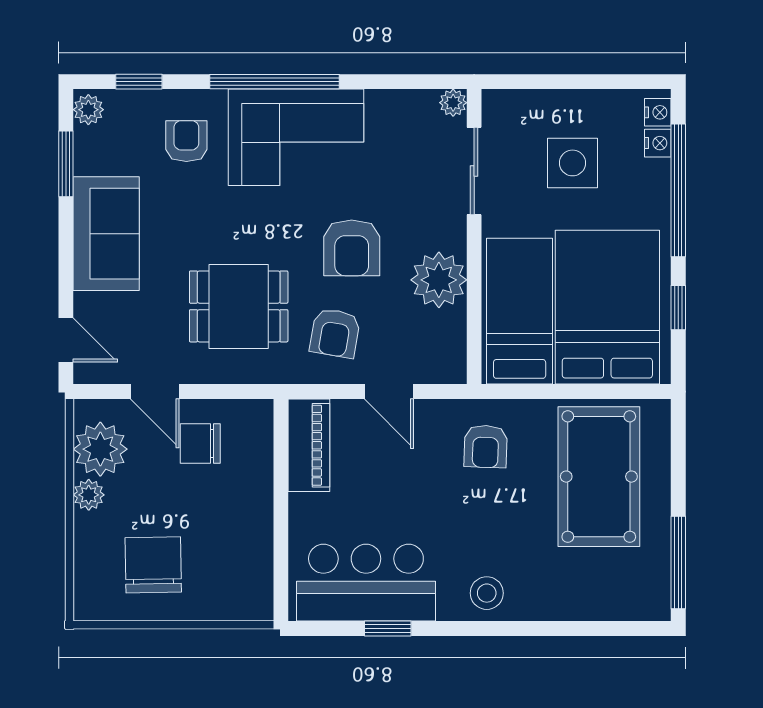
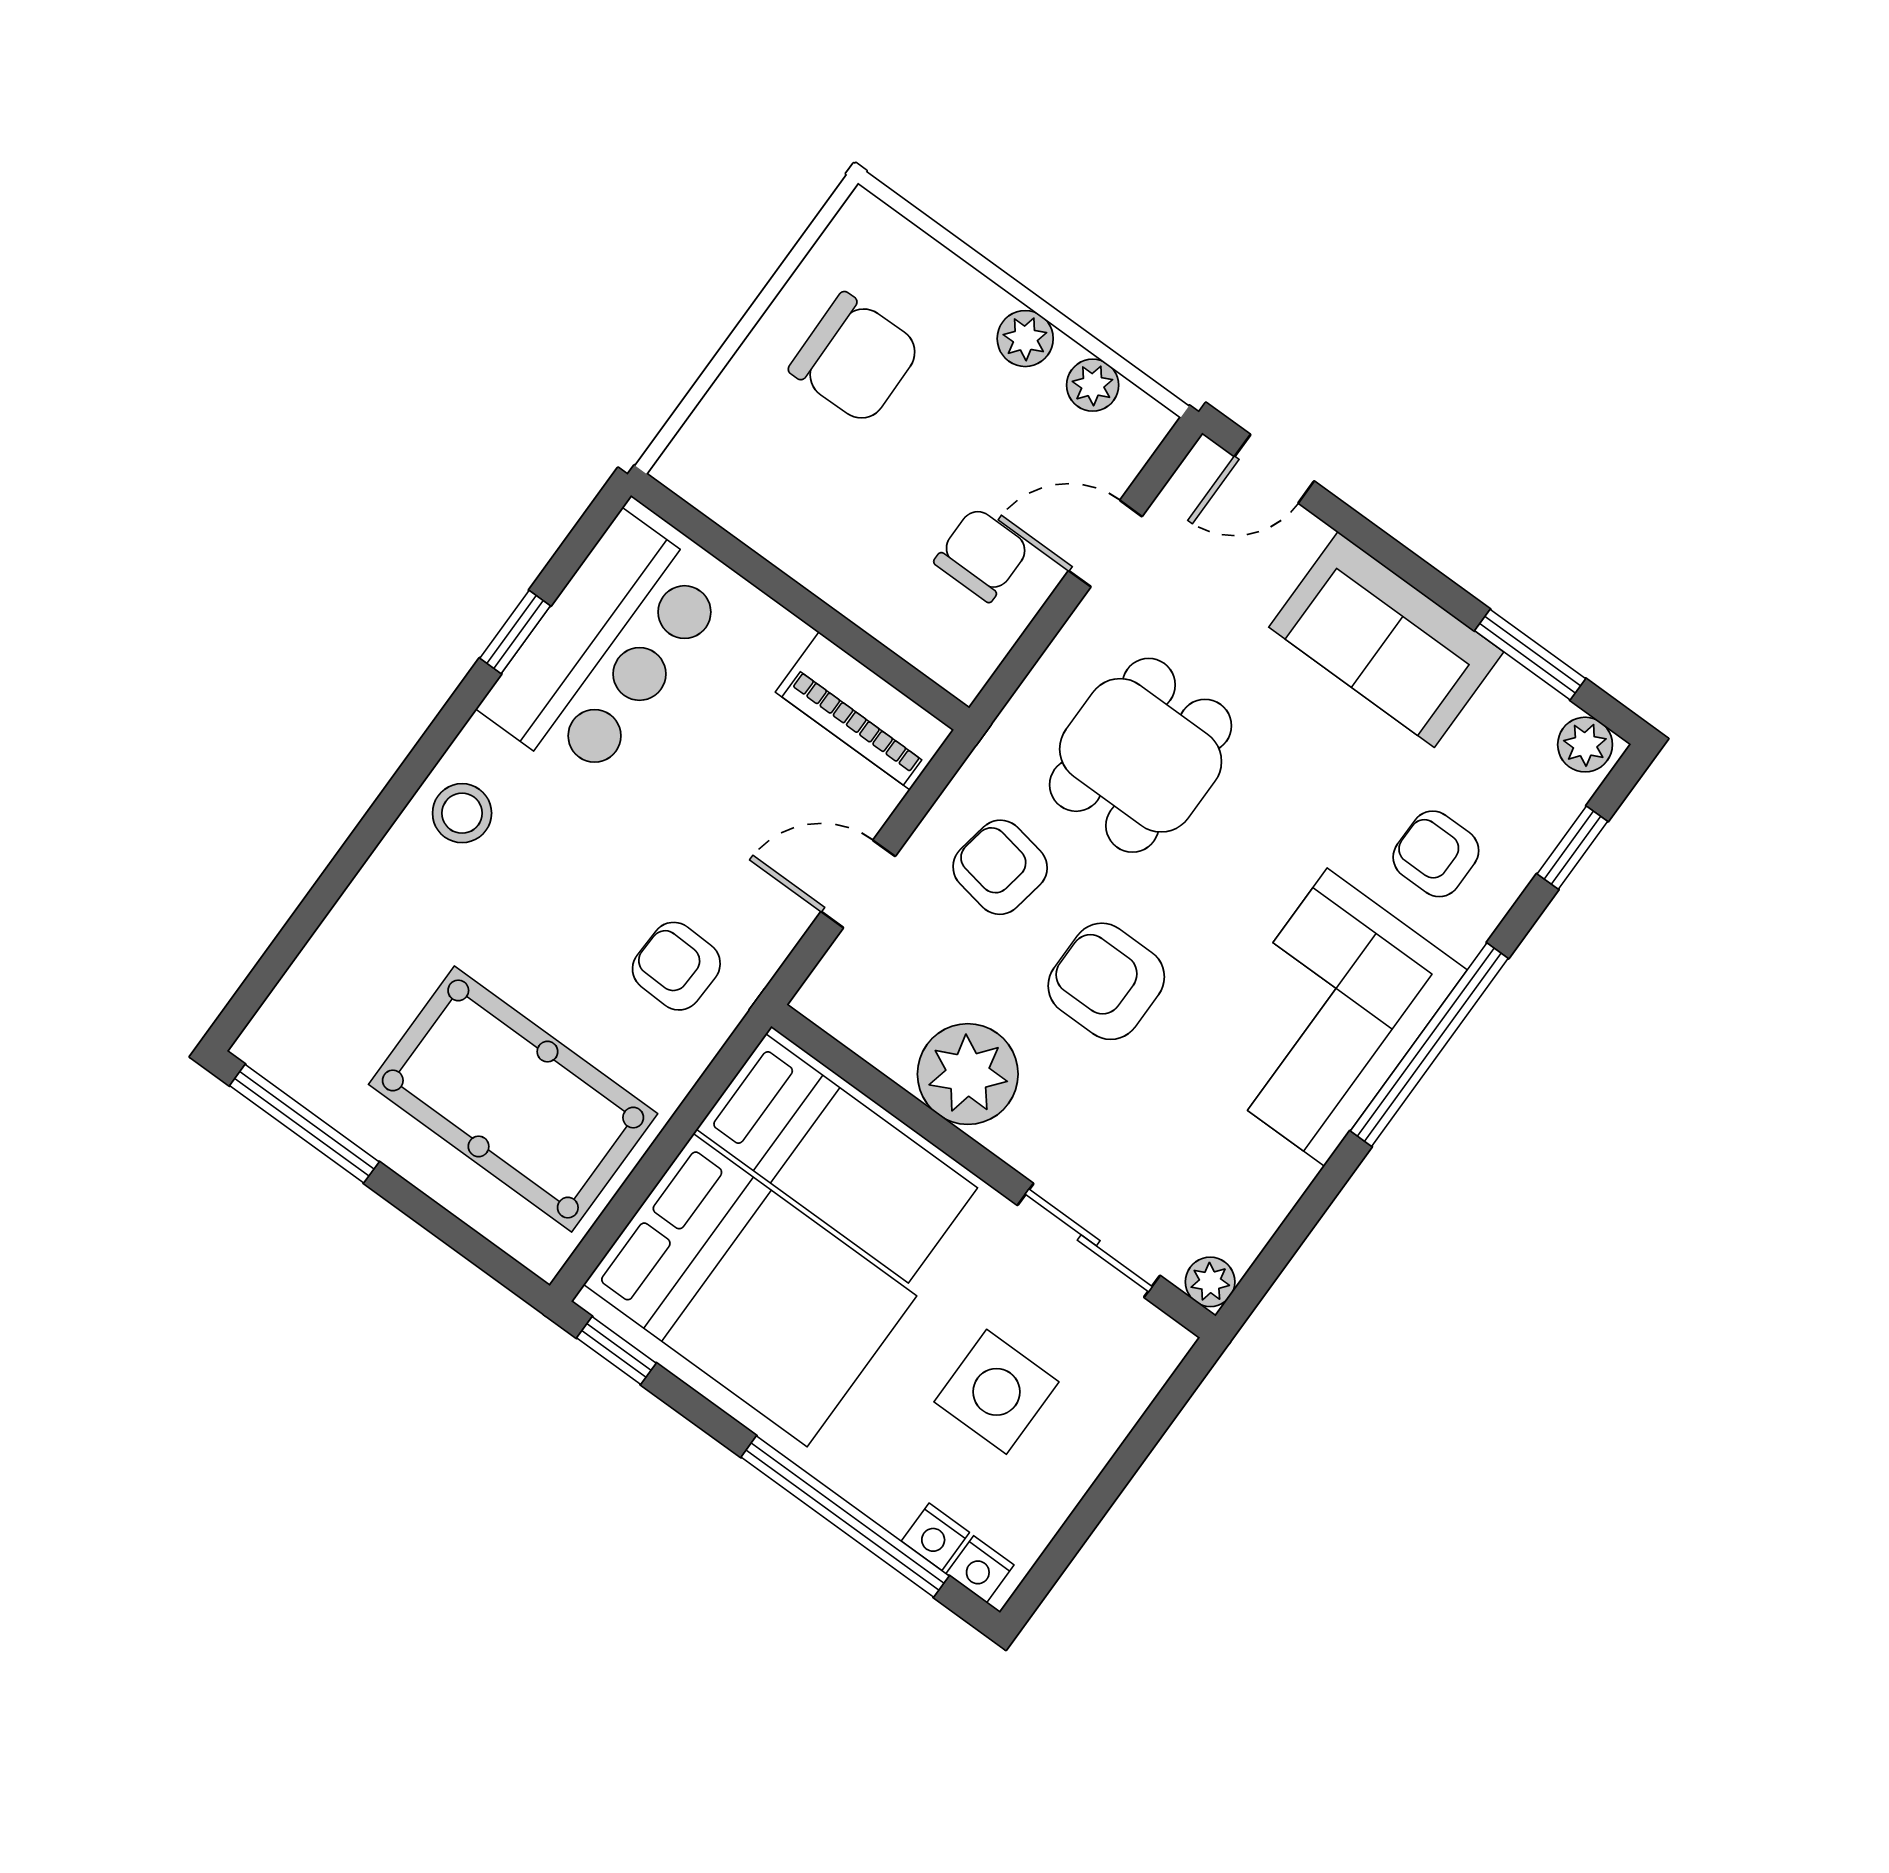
armchair: (186, 141) -> (1436, 854), turned 180
window: (678, 308) -> (616, 1350), moved
plant: (100, 449) -> (1093, 385), width x0.53, depth x0.53

